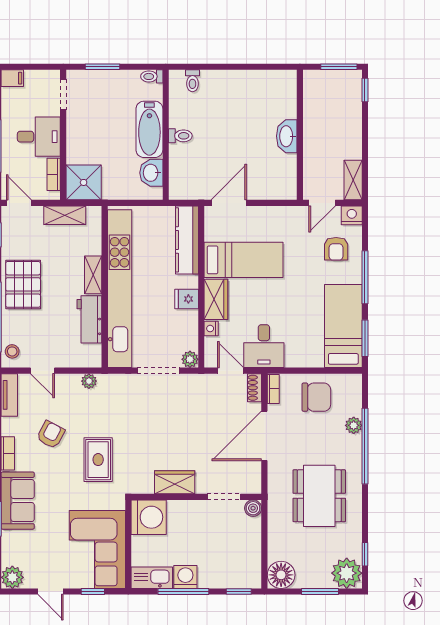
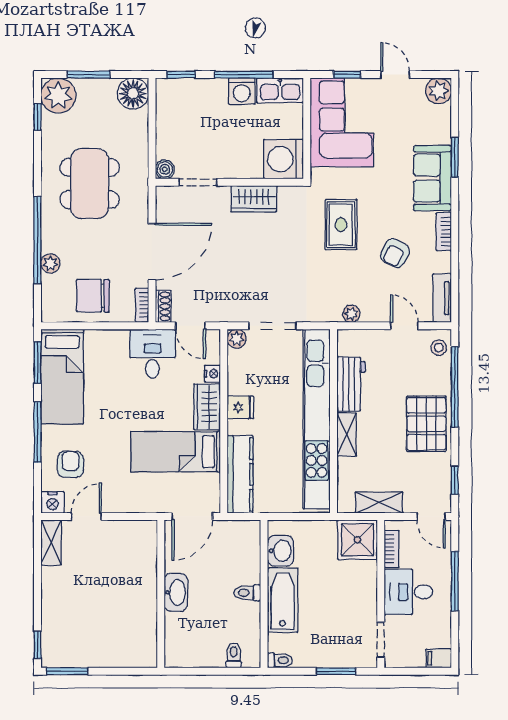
wall: (300, 135) -> (161, 594), moved
washbasin: (287, 136) -> (176, 592), moved

